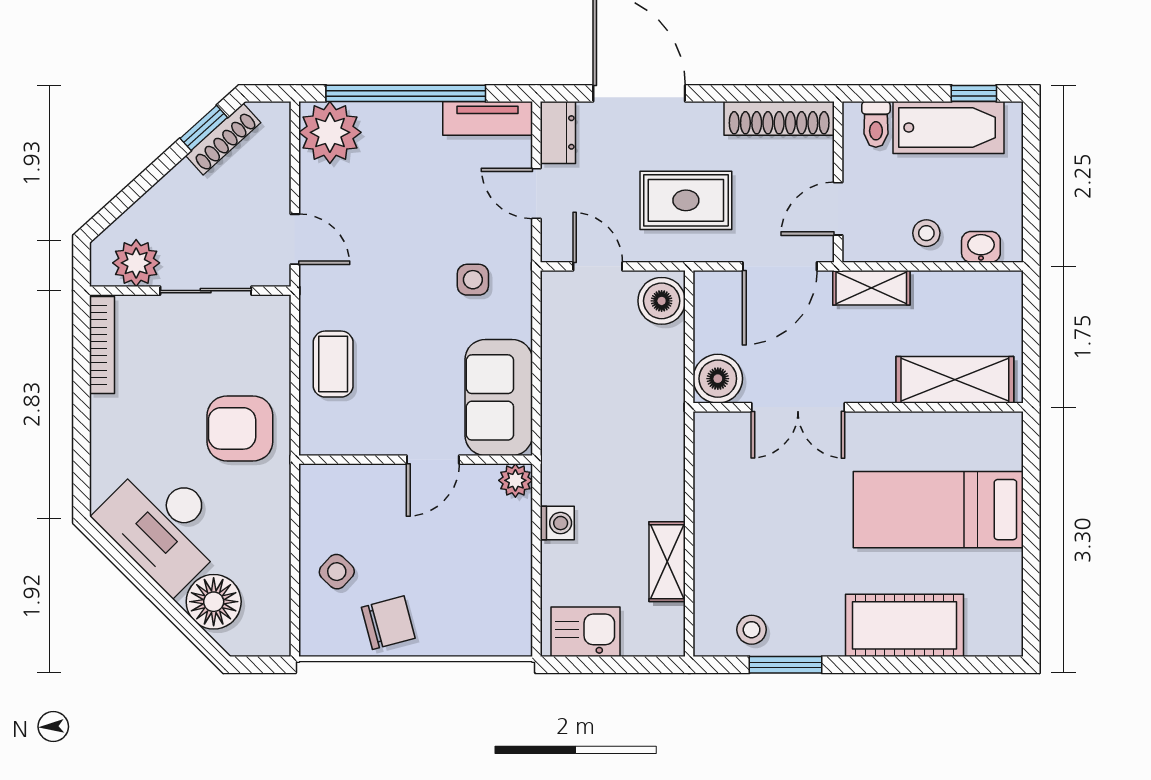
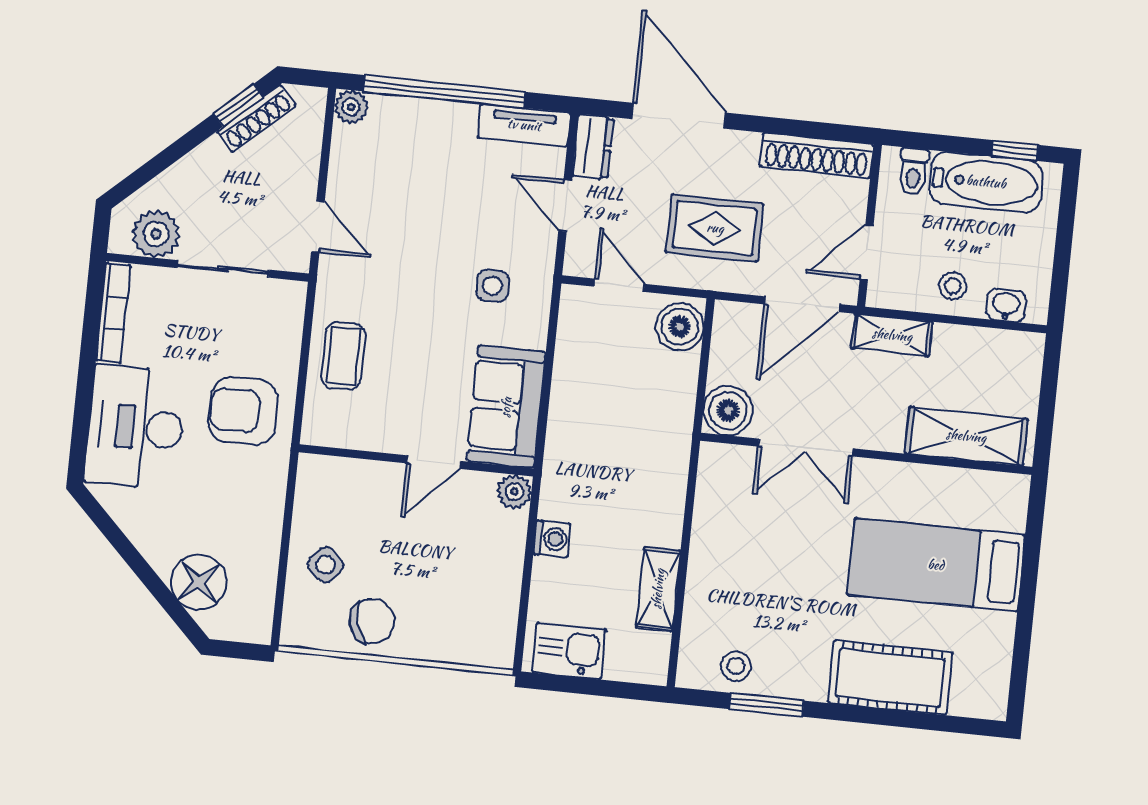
plant: (330, 132) -> (351, 107), width x0.53, depth x0.53
desk: (164, 525) -> (136, 427), moved, turned 45

